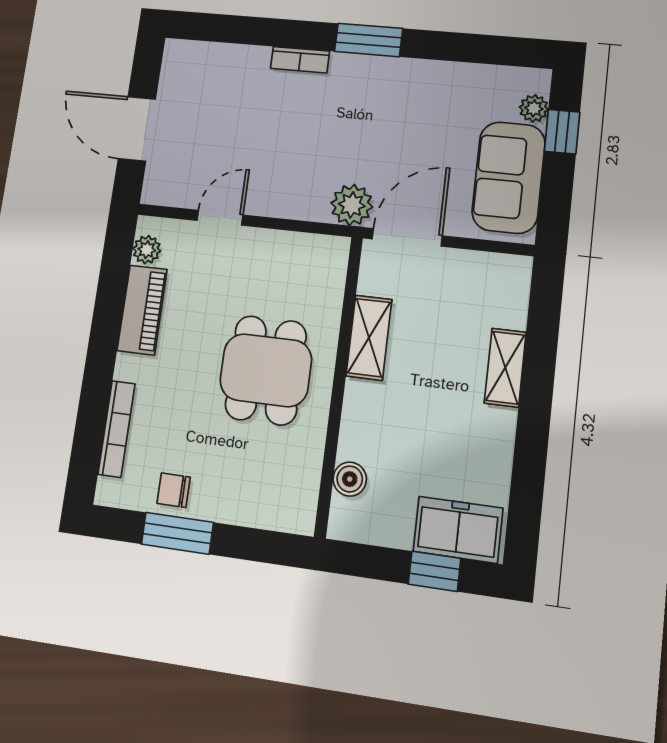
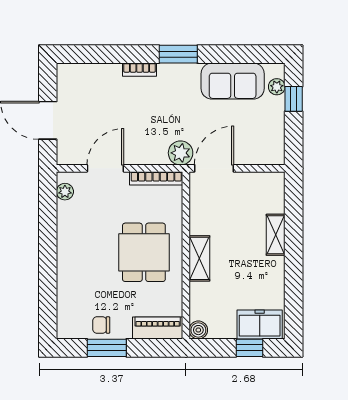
sofa: (509, 177) -> (233, 81), moved, turned -90
door: (220, 218) -> (105, 168), width x1.38
piano: (142, 310) -> (158, 328), moved, turned -90
shelving: (369, 338) -> (199, 258), moved
bookcase: (116, 429) -> (156, 178), moved, turned 90
boiler: (350, 479) -> (198, 330), moved

